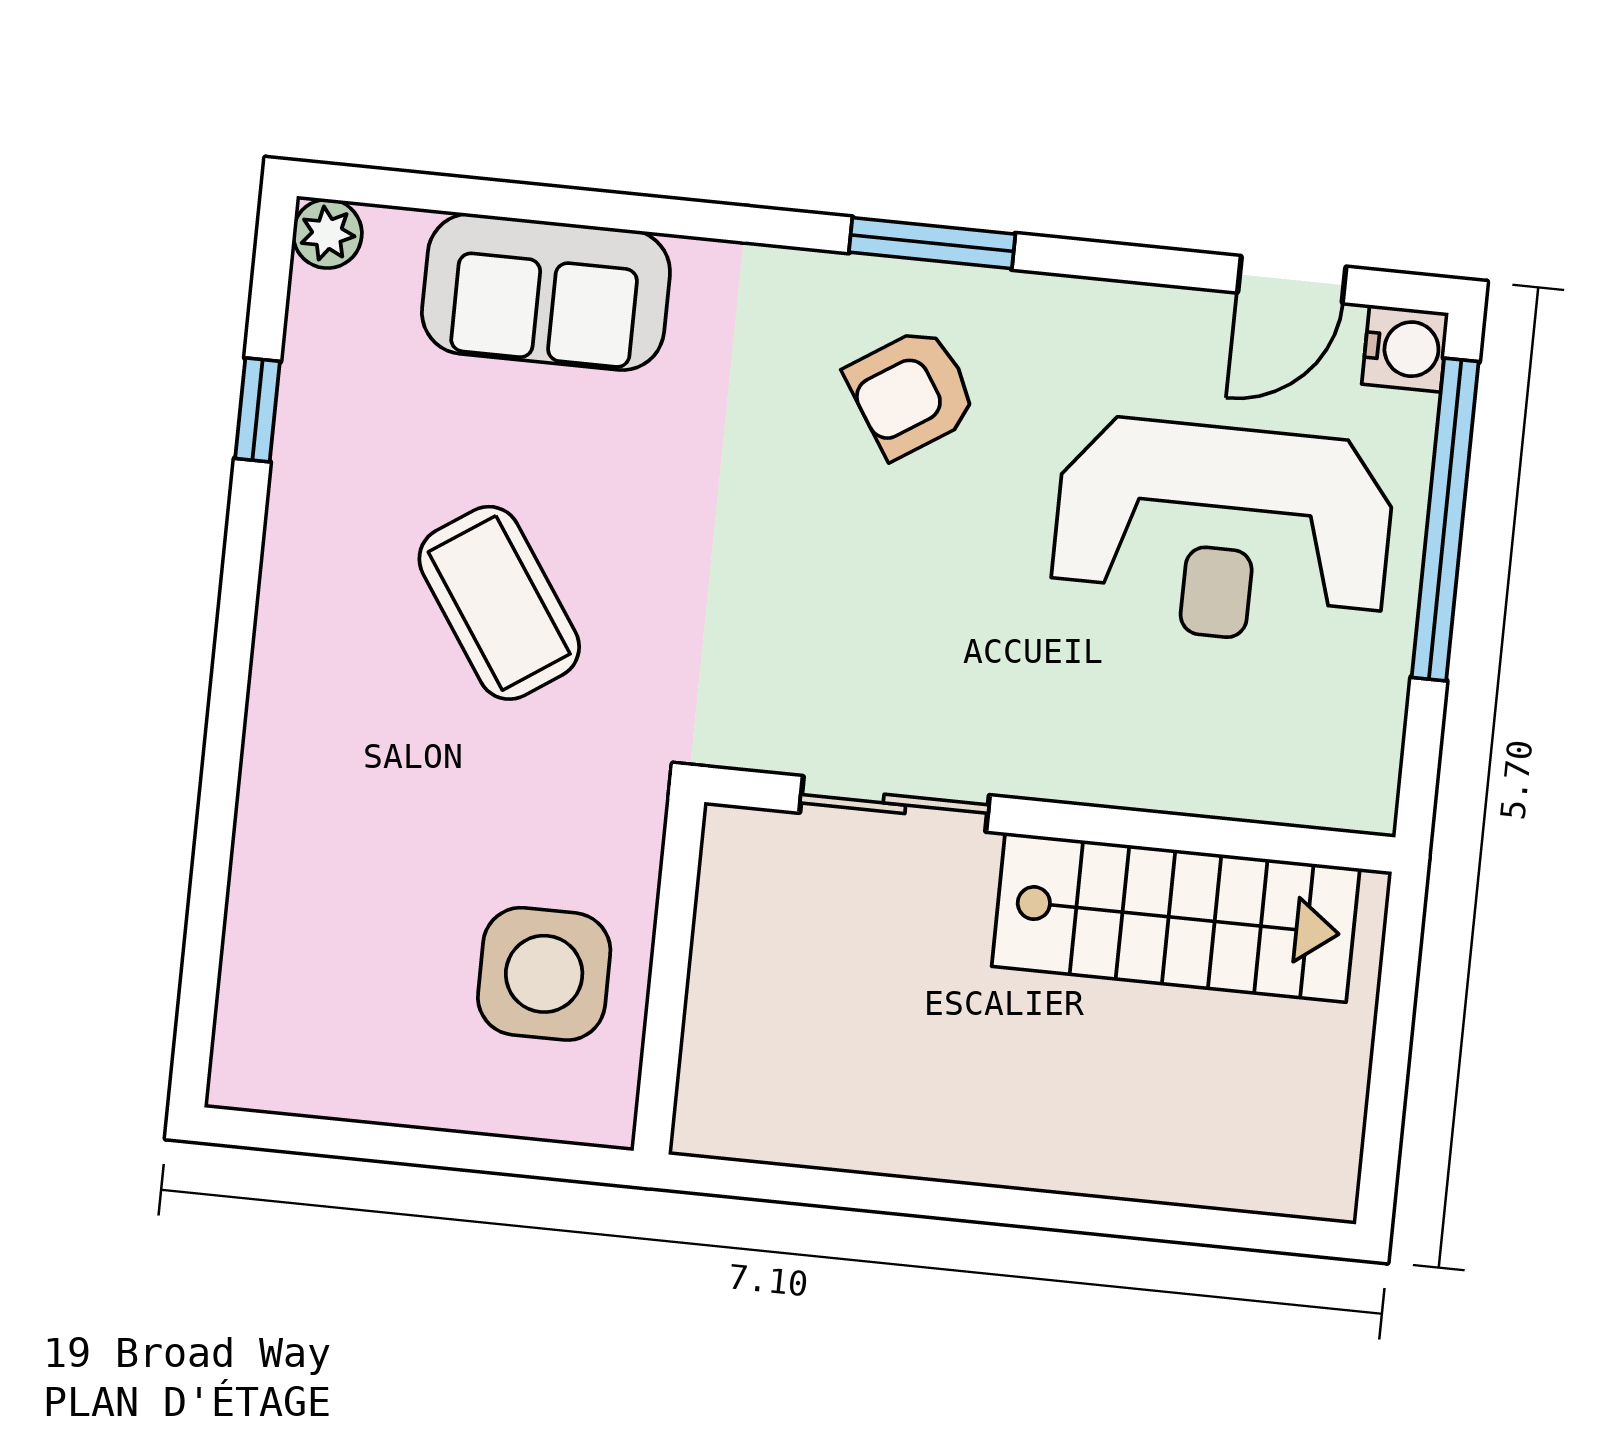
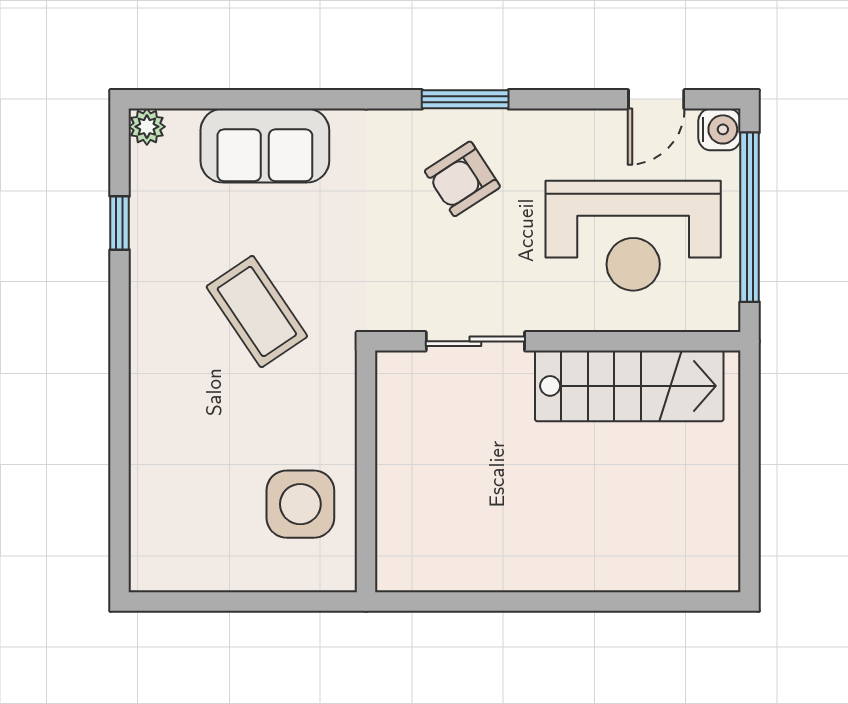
sliding door: (894, 804) -> (475, 341), moved
wall: (1050, 820) -> (558, 341), moved
stairs: (1176, 917) -> (629, 386), moved

